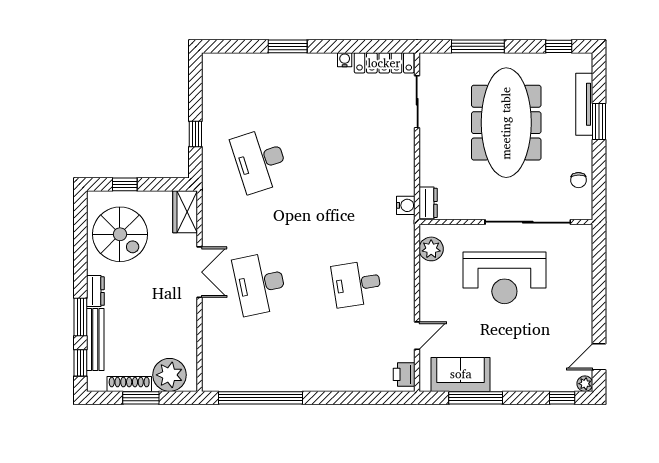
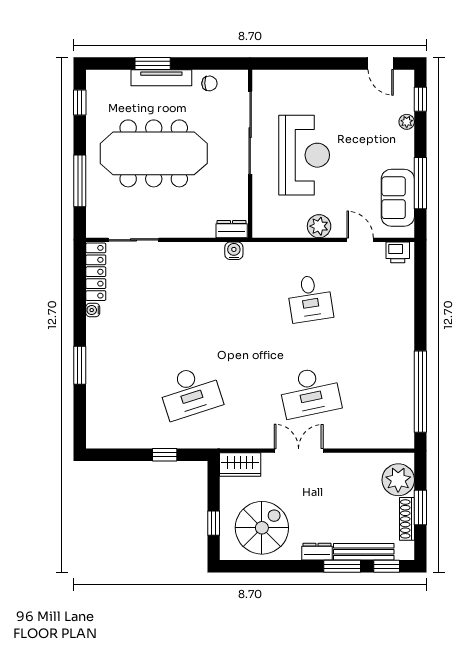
tv unit: (584, 104) -> (161, 78), moved
plant: (431, 249) -> (319, 226), moved
plant: (585, 384) -> (407, 122), moved

